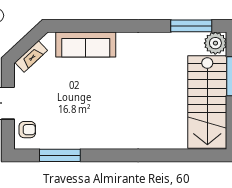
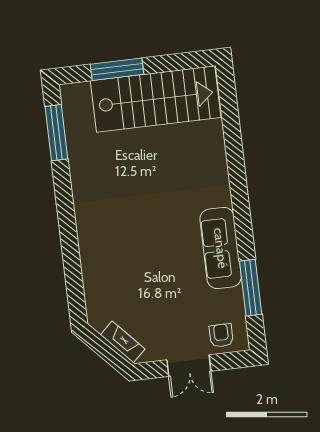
plant: (215, 43) -> (76, 98), removed
sofa: (86, 45) -> (221, 248), moved, turned 180

